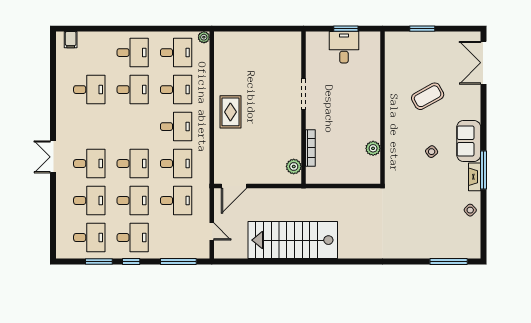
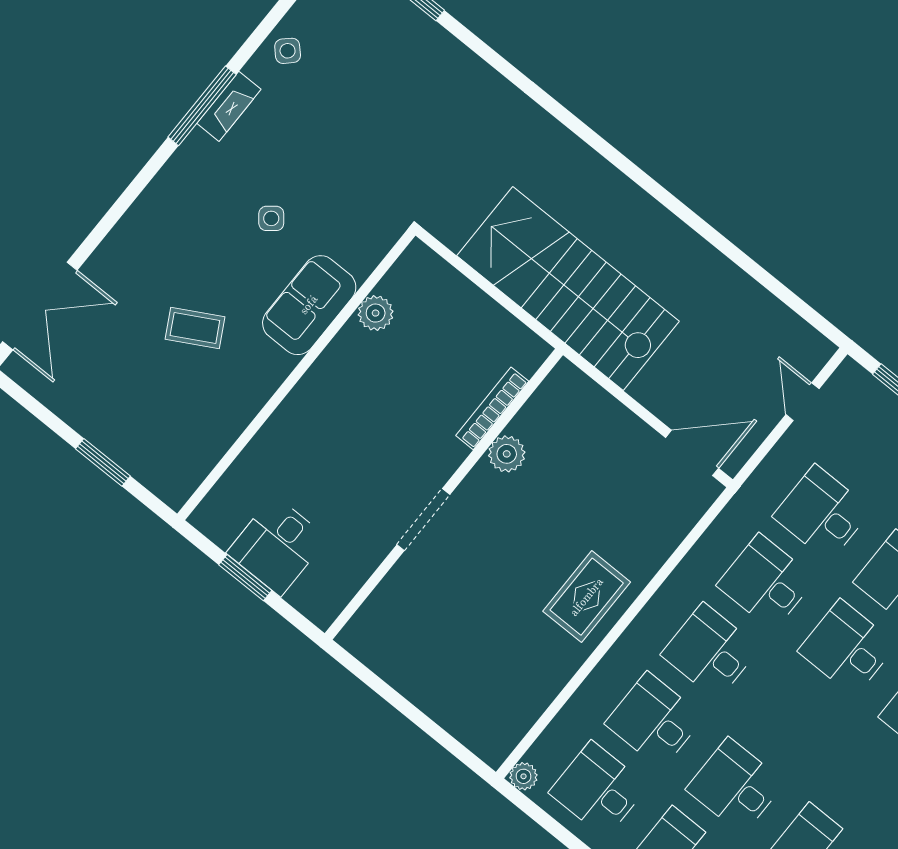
coffee table: (428, 96) -> (195, 328), width x0.73, depth x0.77
sofa: (469, 141) -> (309, 305), moved, turned 180
plant: (294, 167) -> (507, 454), moved
stairs: (293, 240) -> (568, 288), moved, turned 180

